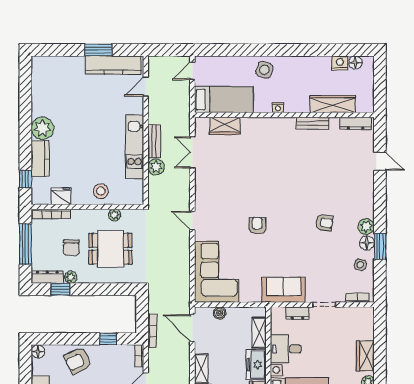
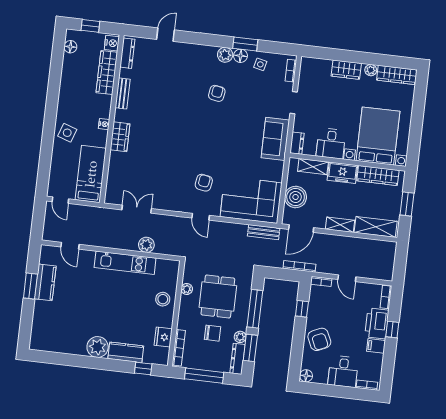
nightstand: (340, 63) -> (112, 43), moved, turned 180
kitchen counter: (113, 65) -> (45, 282), width x0.67
window: (380, 81) -> (90, 26), added
wardrobe: (225, 126) -> (120, 137), moved
bench: (154, 141) -> (264, 232), moved
double door: (192, 152) -> (137, 209), swing flipped
door: (192, 221) -> (201, 217), hinge flipped
armchair: (257, 226) -> (204, 183), moved, turned 99
window: (60, 289) -> (250, 348), width x1.50
window: (102, 289) -> (255, 309), added
boiler: (220, 313) -> (296, 197), width x1.86, depth x1.86
dresser: (297, 313) -> (297, 143), moved

